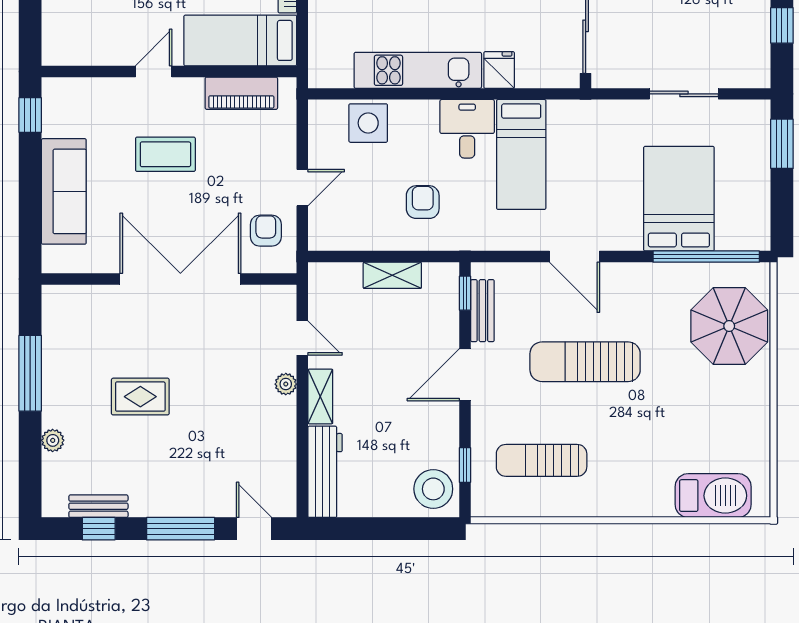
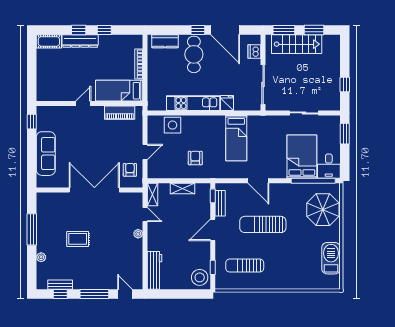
desk: (467, 129) -> (329, 166), moved, turned 180
coffee table: (165, 154) -> (88, 138), removed
shelving: (320, 396) -> (153, 194), moved
barbecue: (713, 496) -> (331, 258), moved, turned -90

